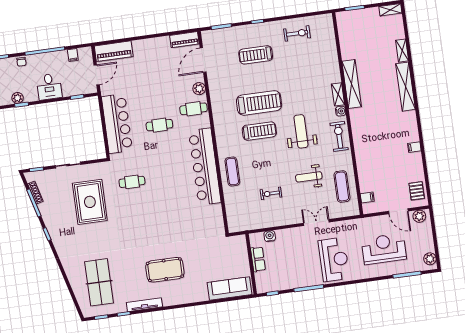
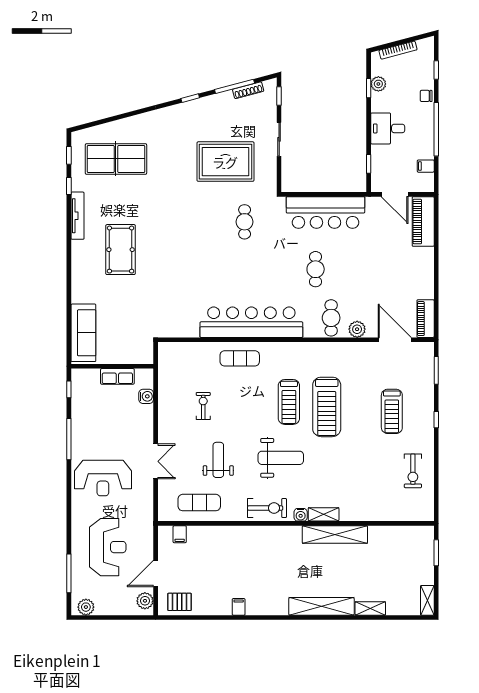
treadmill: (256, 55) -> (392, 411), turned 180

